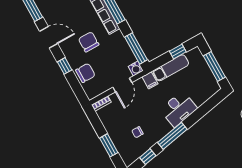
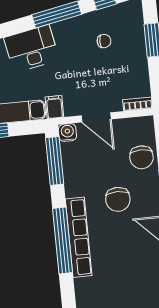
chair: (85, 73) -> (141, 157), turned -90
door: (122, 85) -> (96, 117), swing flipped

